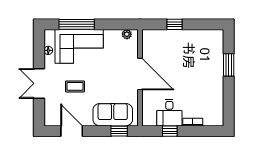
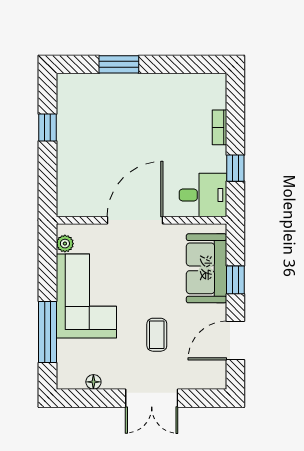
window: (174, 24) -> (47, 127), moved
corner sofa: (79, 46) -> (86, 296), moved
desk: (169, 113) -> (203, 195), moved
window: (119, 131) -> (235, 280), moved

